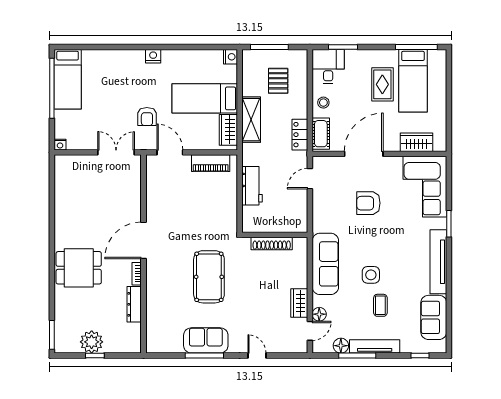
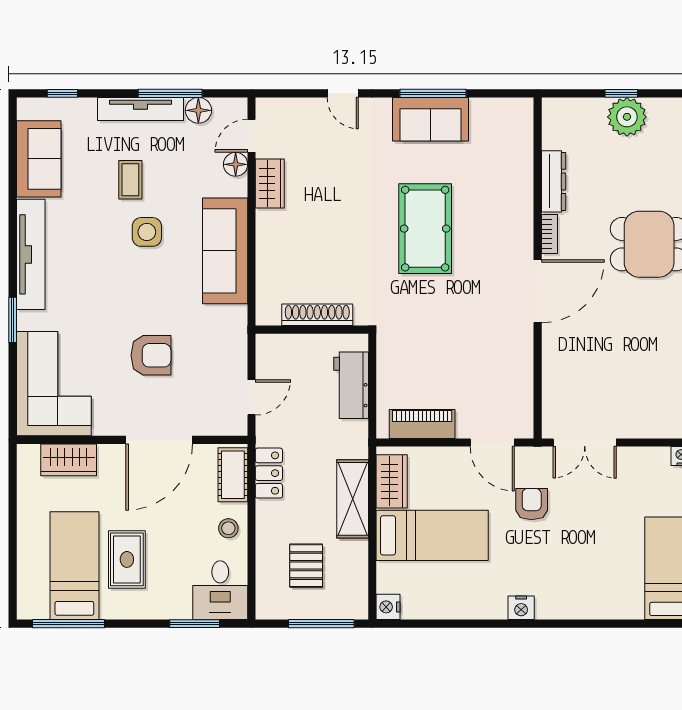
wall: (275, 235) -> (312, 330), moved
shoe rack: (272, 243) -> (317, 315), moved

